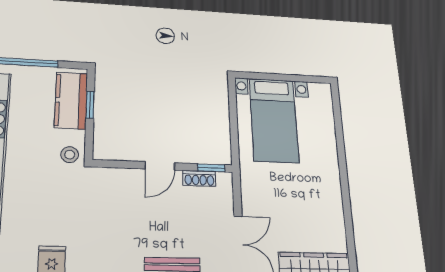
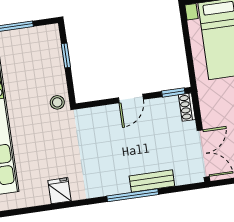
kitchen counter: (71, 100) -> (50, 55), removed
shoe rack: (199, 178) -> (187, 107), moved, turned 90

